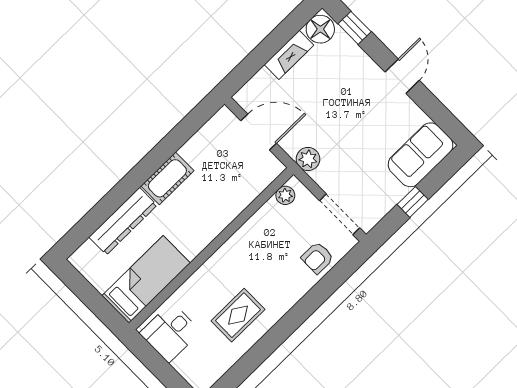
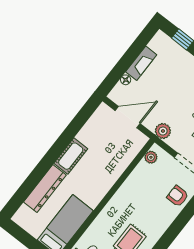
floor lamp: (320, 29) -> (126, 80), moved, width x0.53, depth x0.53
armchair: (317, 258) -> (178, 196), turned 90

